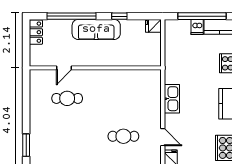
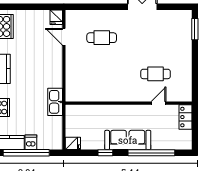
locker: (36, 32) -> (185, 117), moved
kitchen sink: (172, 99) -> (55, 102), moved

